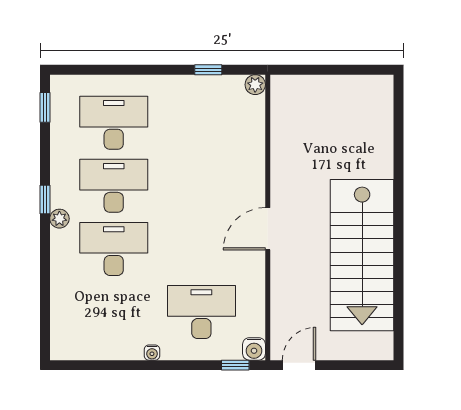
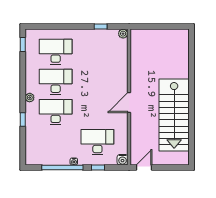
window: (45, 199) -> (23, 119), moved
window: (128, 365) -> (62, 167), added
window: (235, 365) -> (98, 167), moved

